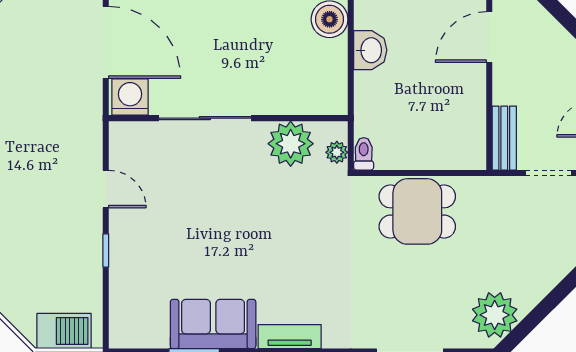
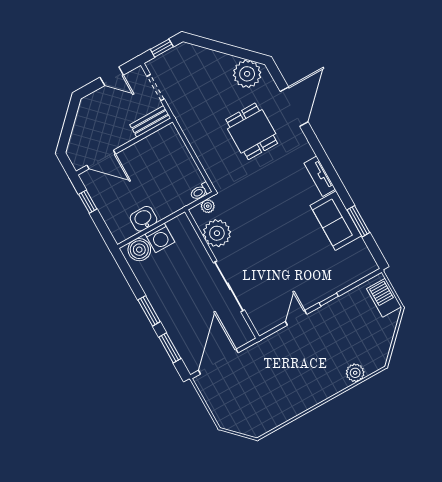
washing machine: (130, 97) -> (160, 238), moved, turned -90
dining table: (417, 211) -> (252, 131), moved

